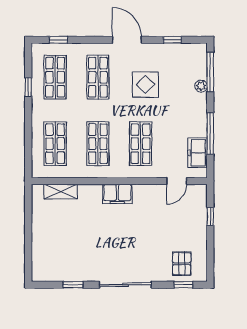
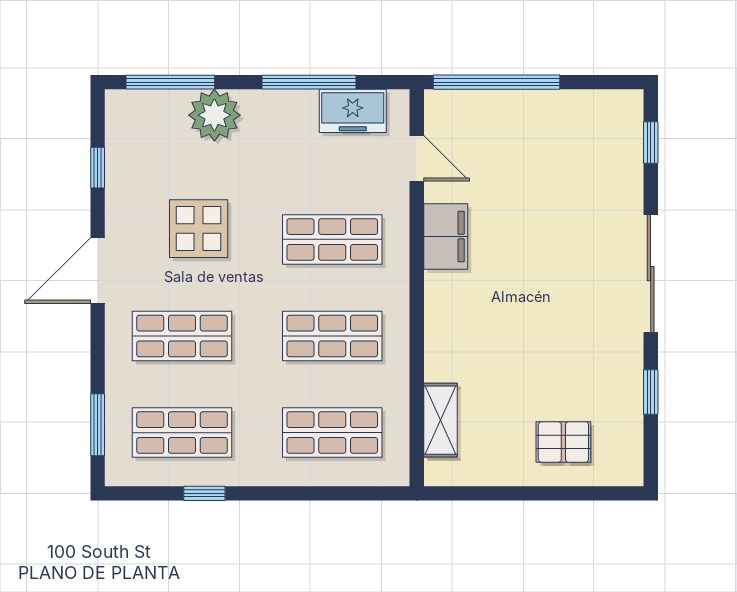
window: (59, 40) -> (98, 425), width x1.50
plant: (201, 86) -> (214, 115), width x1.88, depth x1.88
filing cabinet: (117, 194) -> (446, 236), moved
window: (210, 216) -> (497, 82), width x3.17
pallet: (182, 264) -> (563, 442), moved

